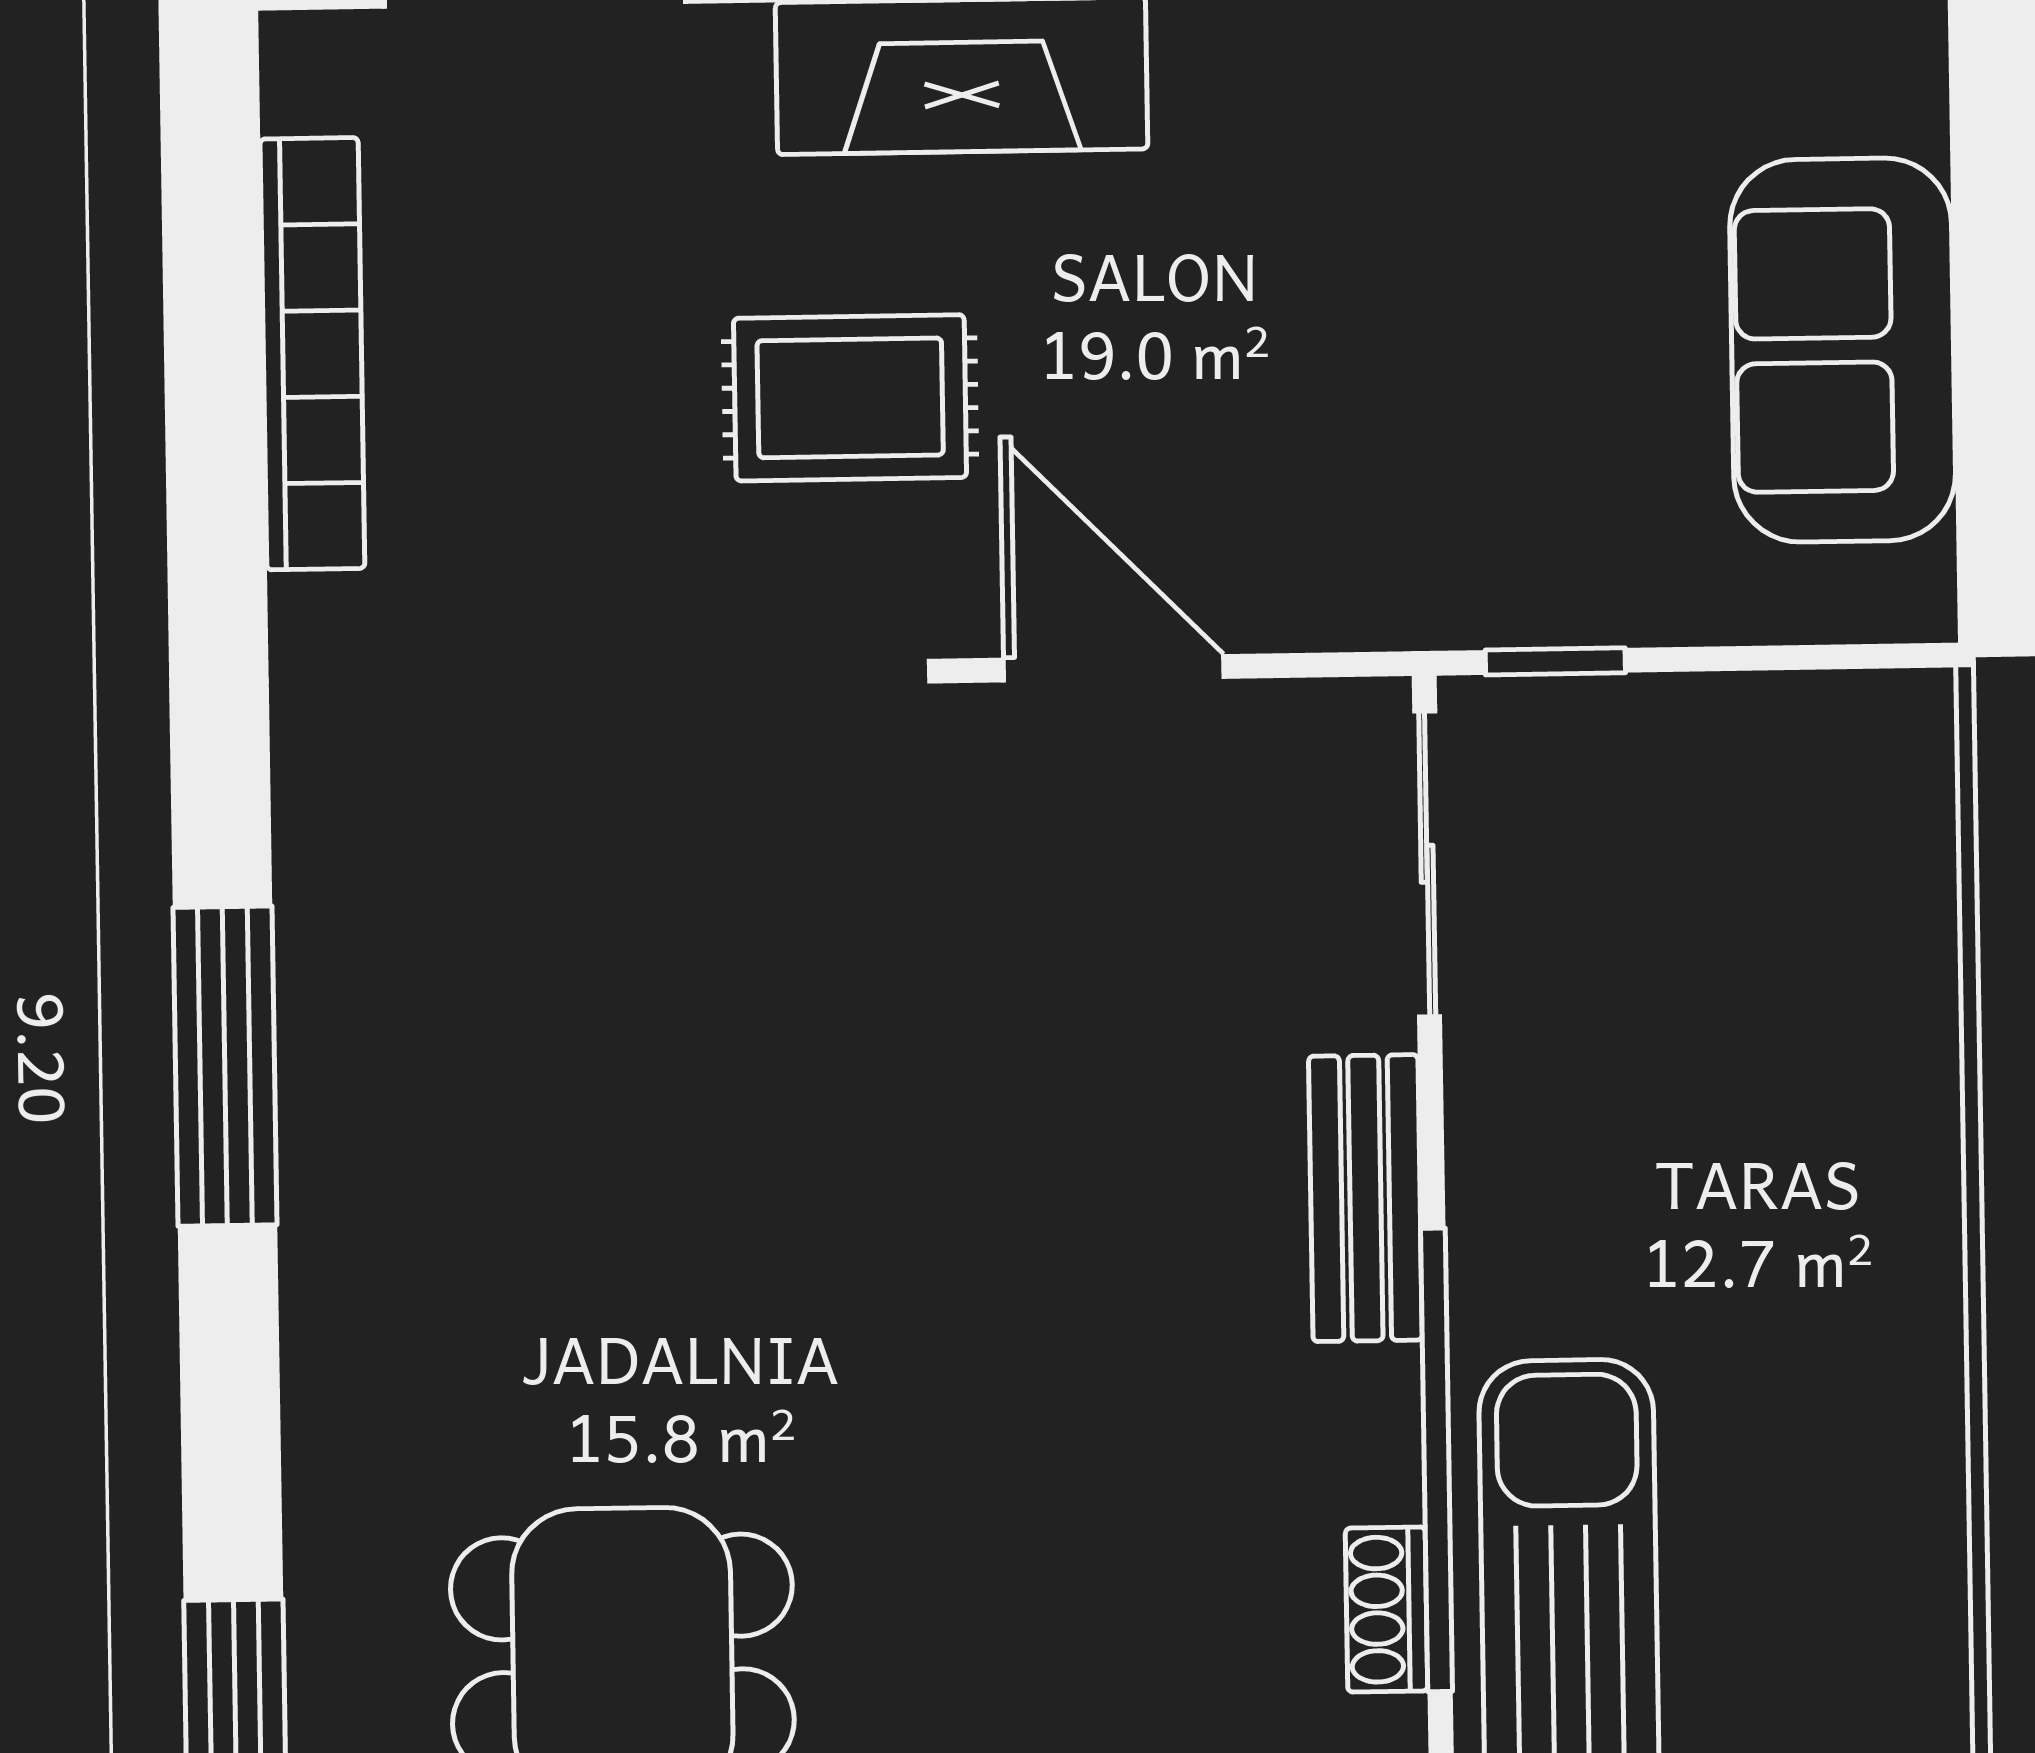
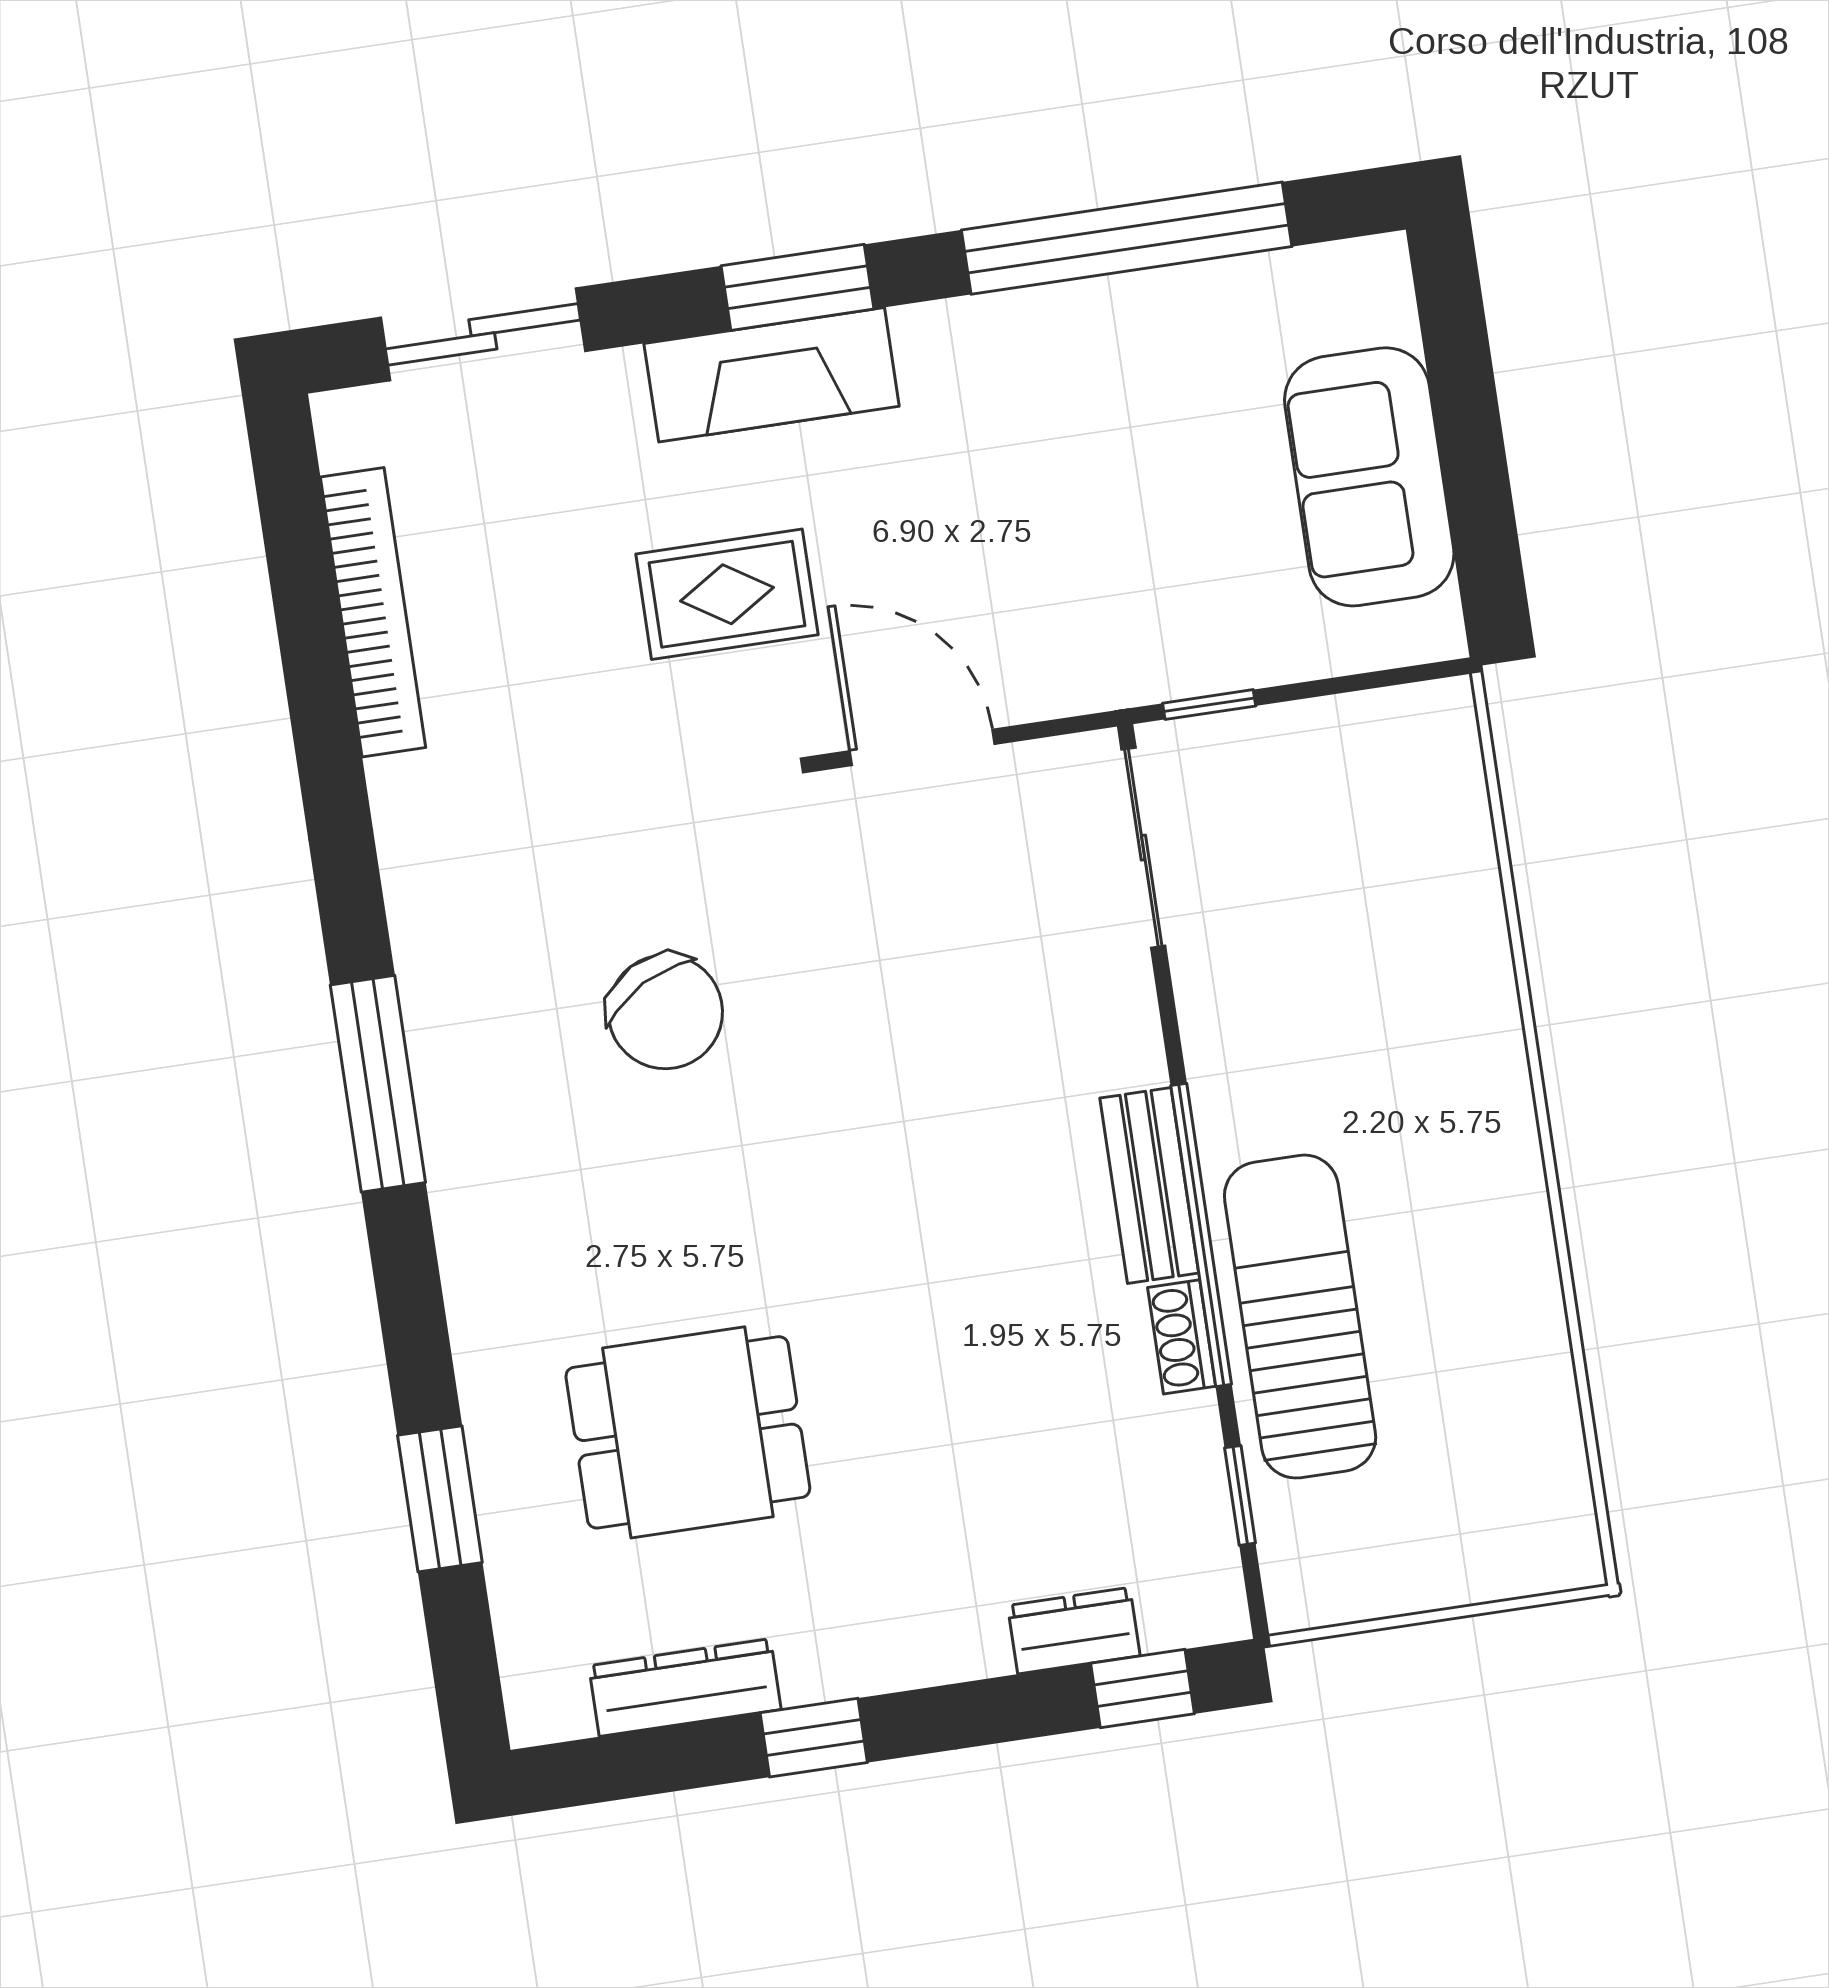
chair: (673, 1015) -> (665, 1012), added
bench: (1365, 1198) -> (1149, 1186), moved

